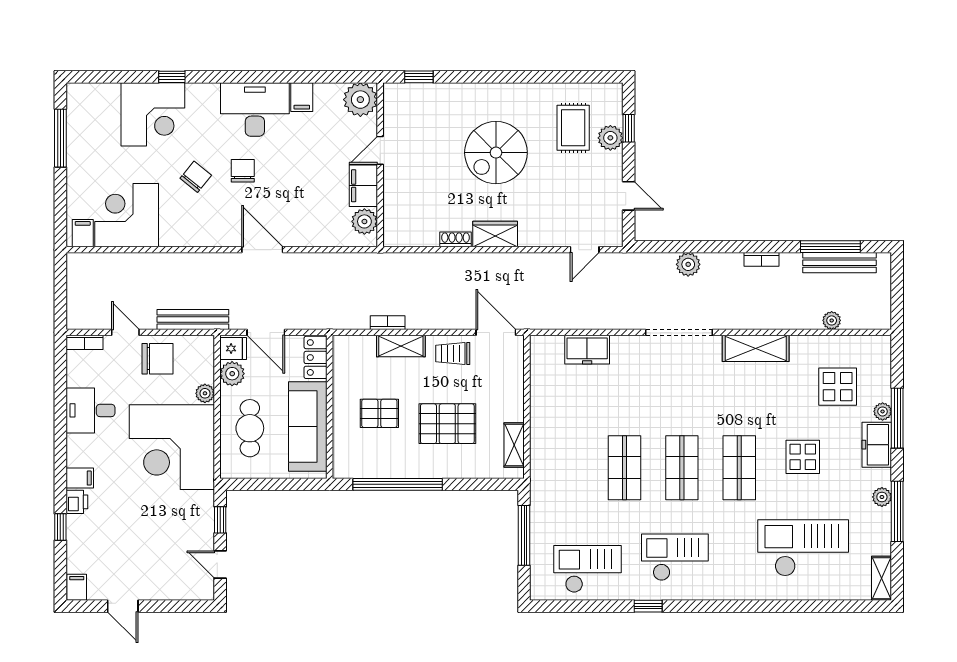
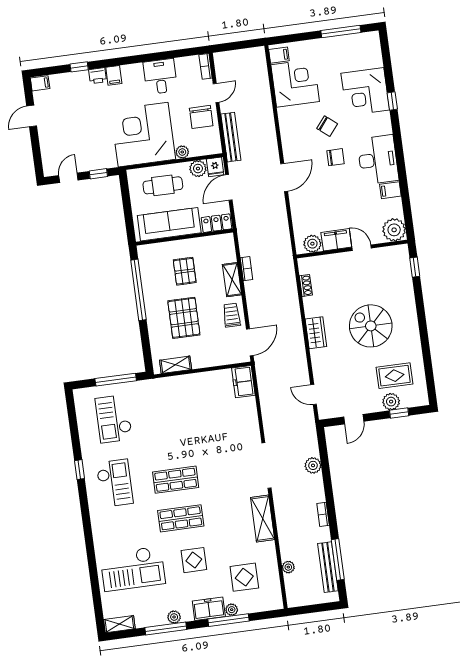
shoe rack: (456, 239) -> (306, 285), moved
freezer: (587, 350) -> (243, 382), moved
shop shelf: (625, 468) -> (170, 441), removed
checkout: (803, 548) -> (133, 569), turned 90
checkout: (588, 569) -> (114, 419), moved, turned 180

